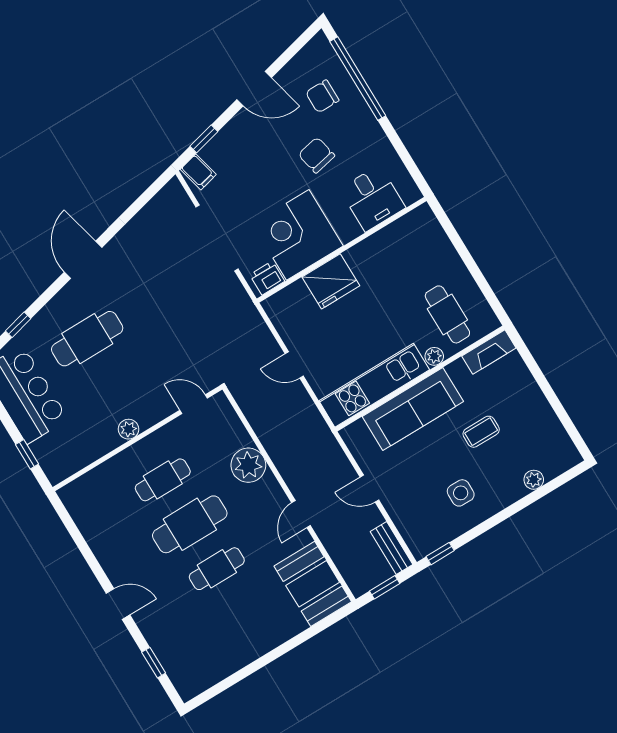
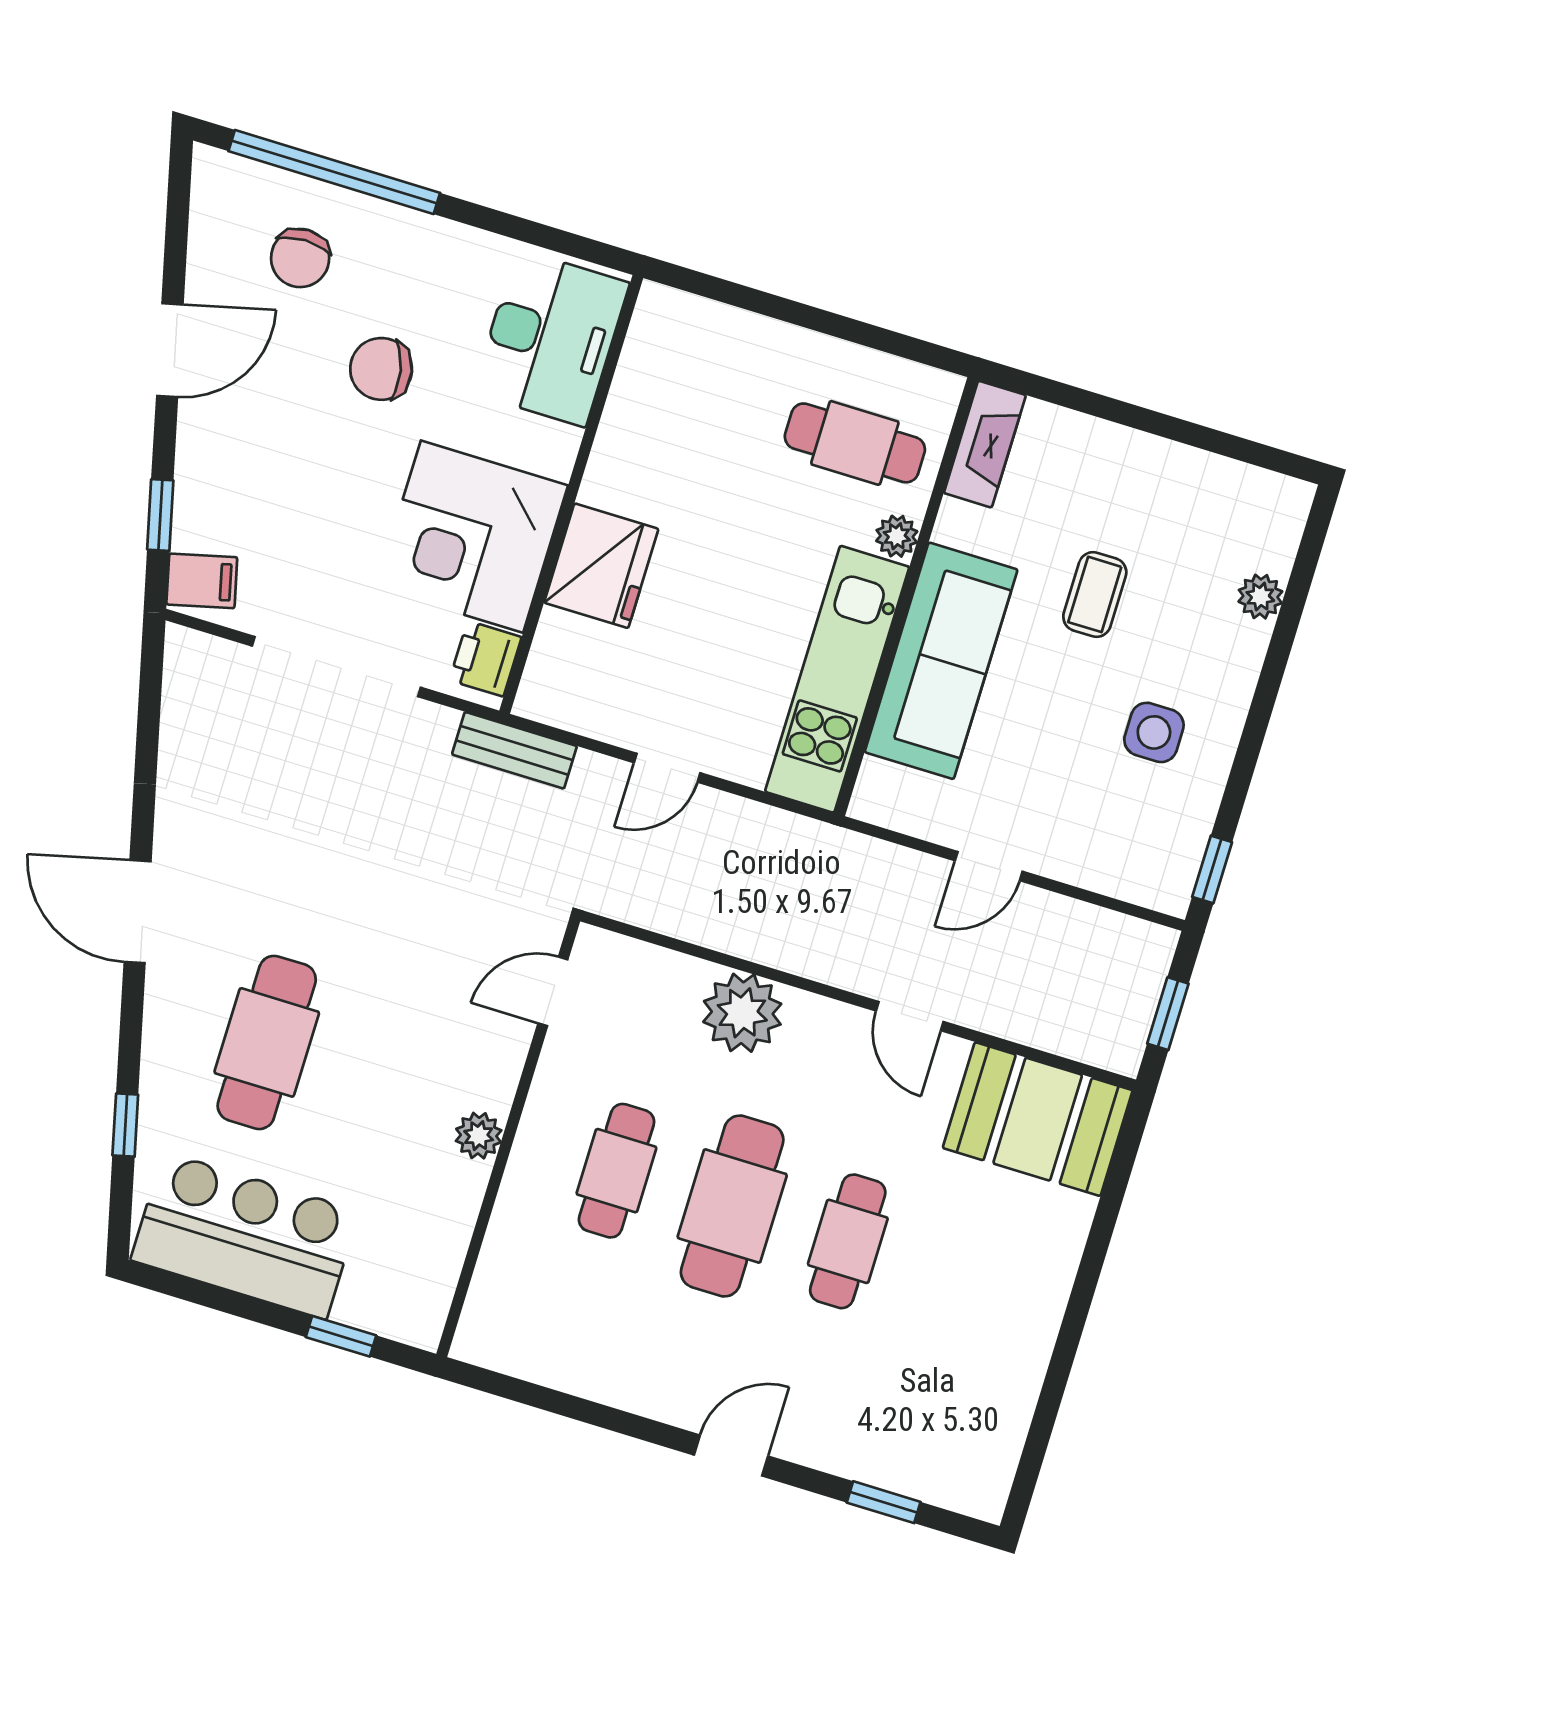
desk: (372, 198) -> (551, 338), width x1.37
bench: (391, 548) -> (514, 750), moved

